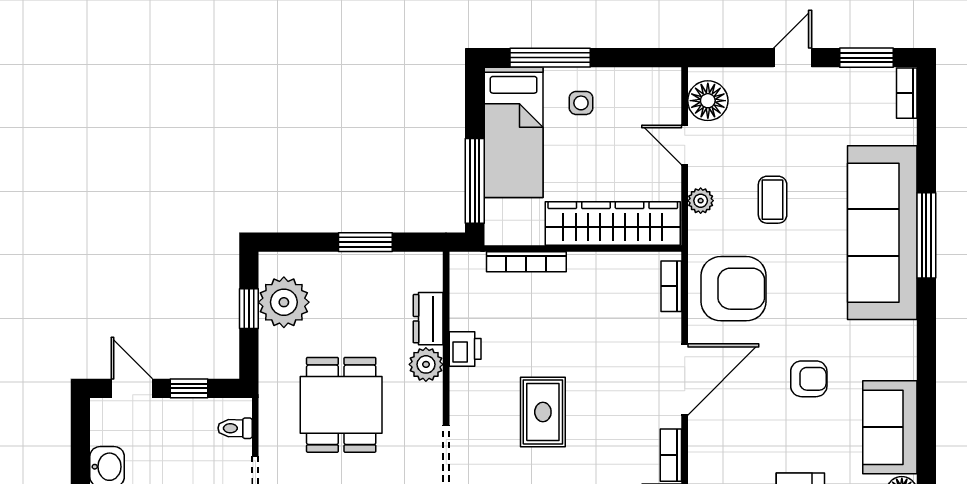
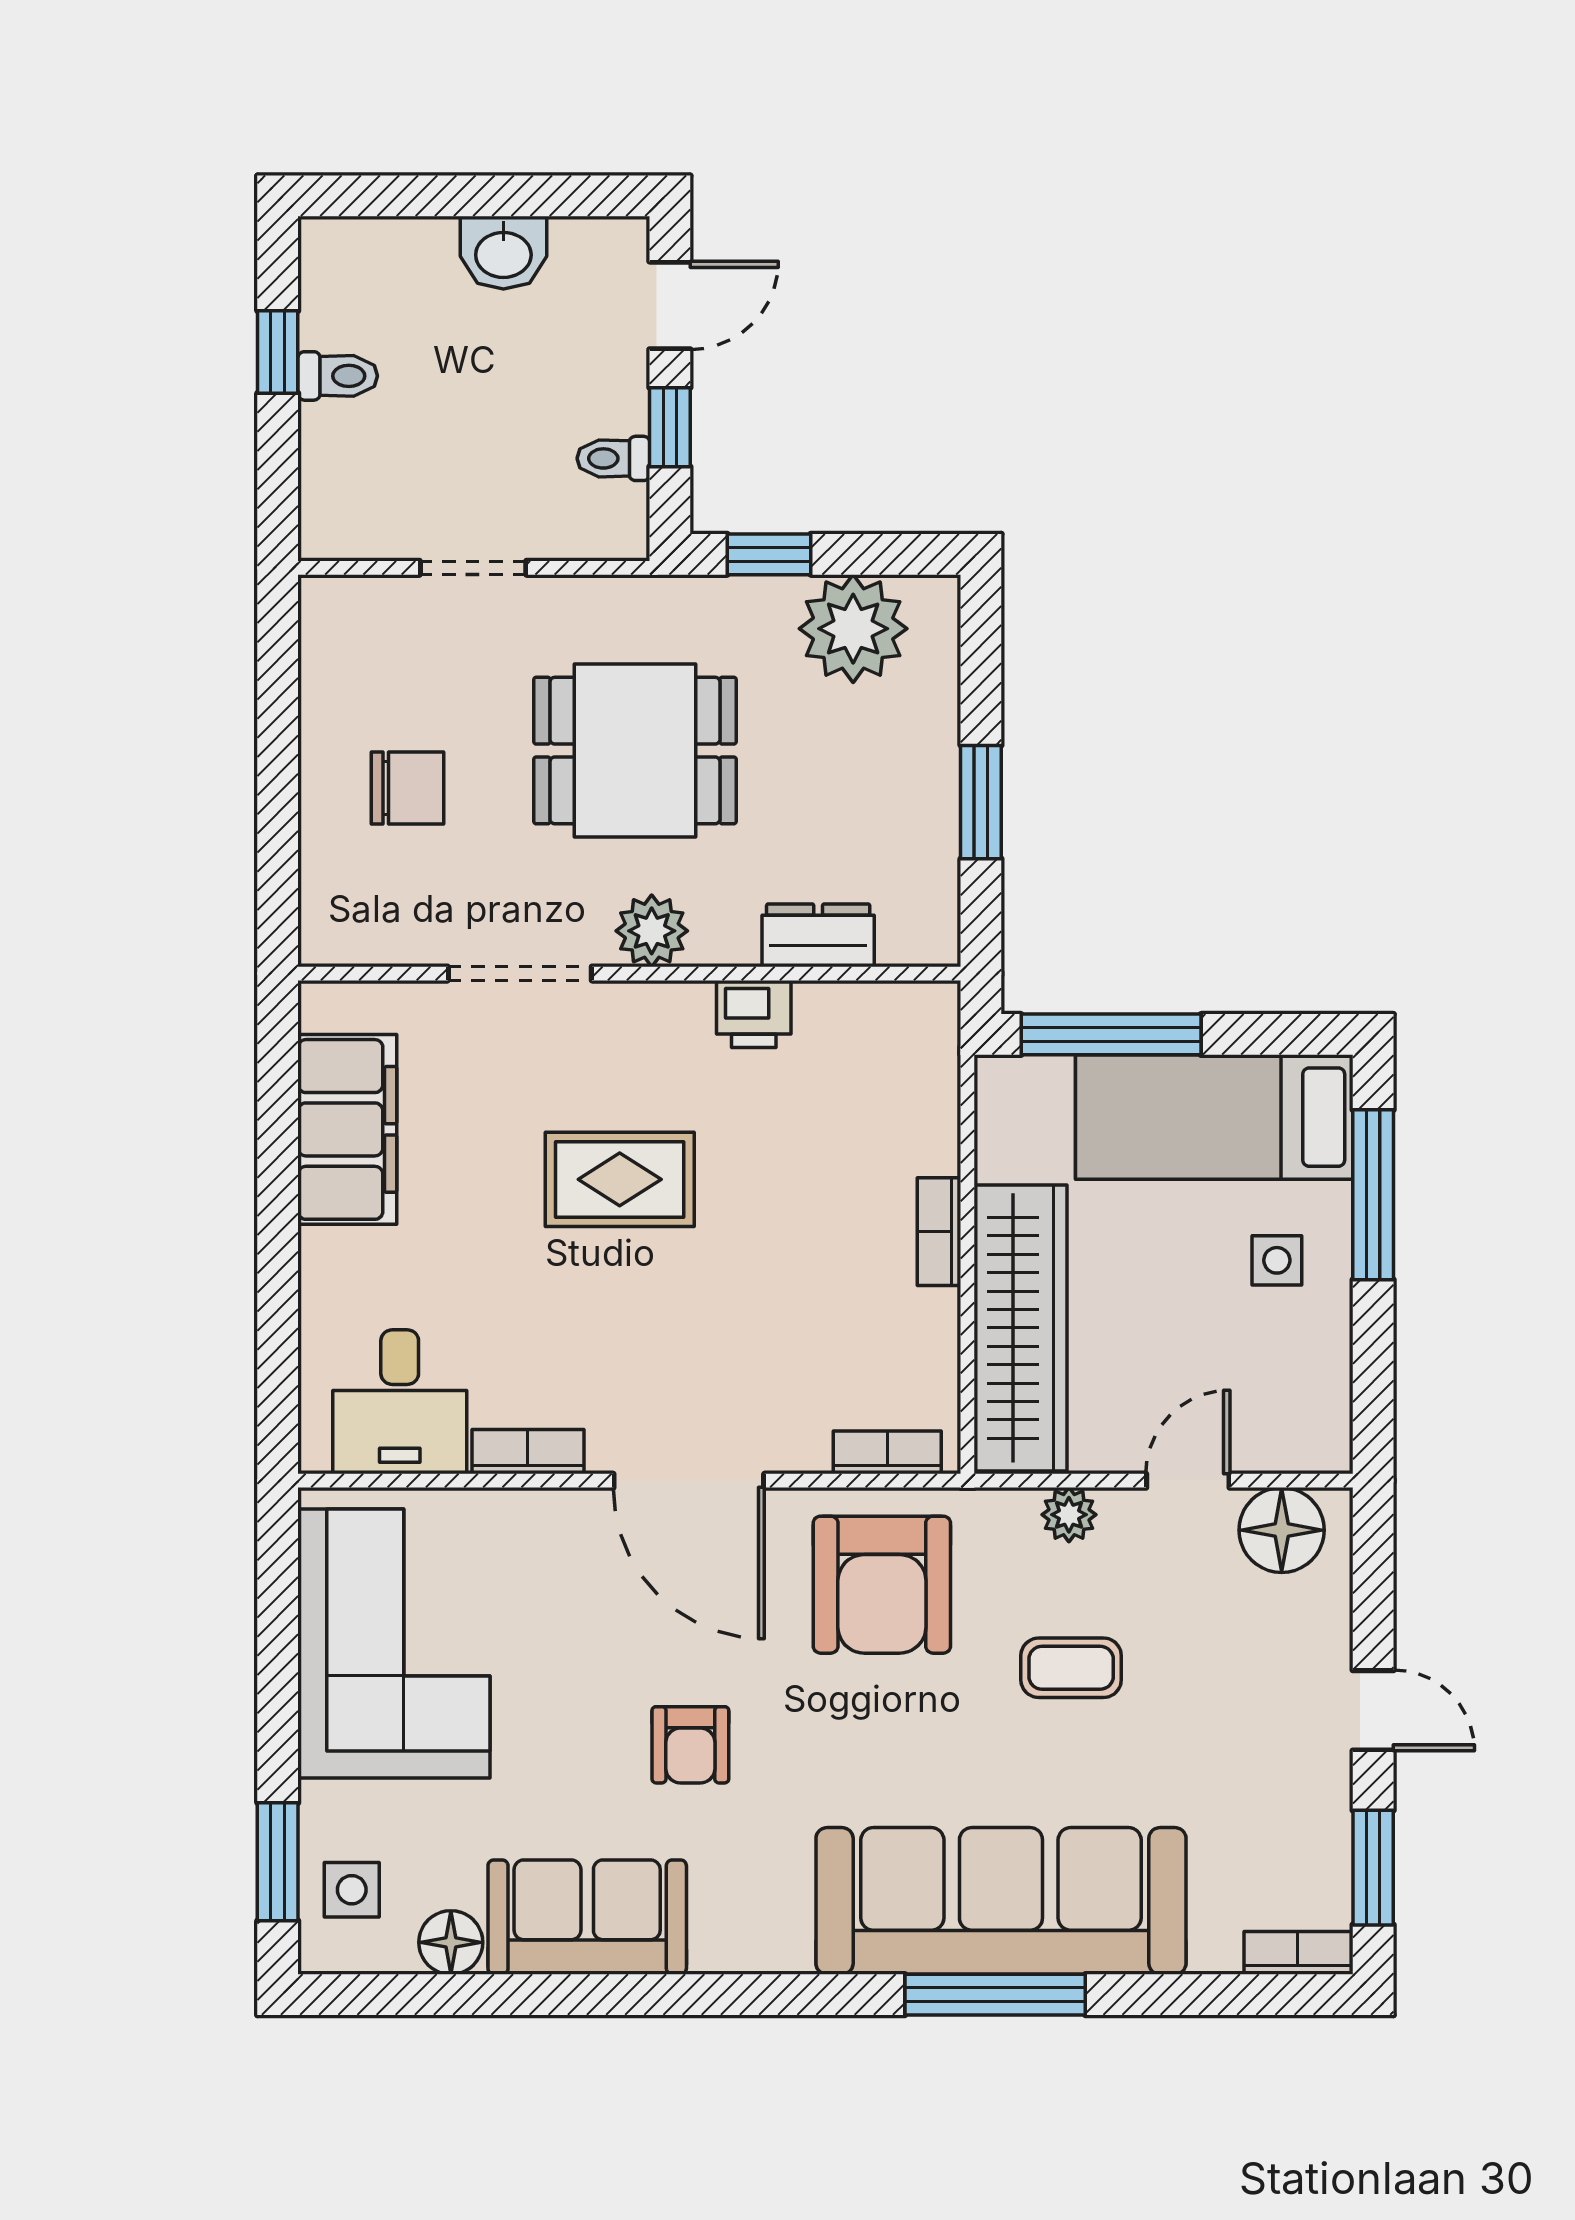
bookcase: (526, 262) -> (939, 1232), moved, width x0.64
window: (249, 309) -> (769, 554), moved
plant: (426, 364) -> (652, 931), moved
toilet: (235, 428) -> (613, 458), moved, turned -90

